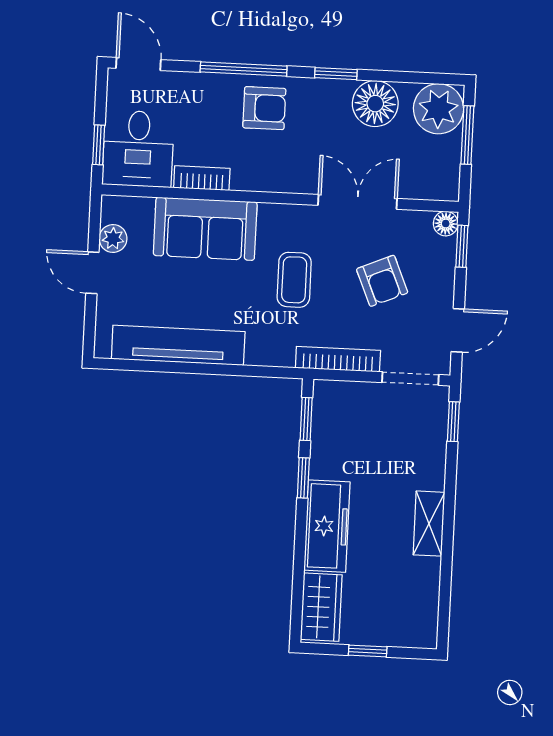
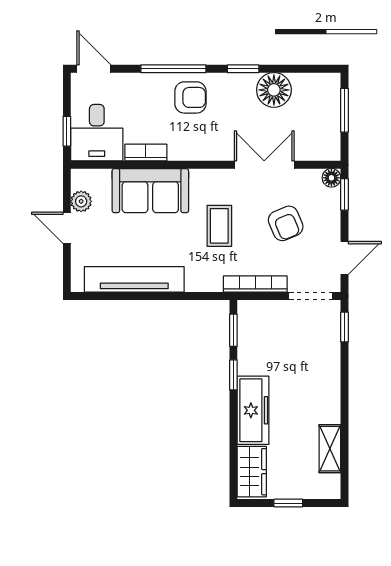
plant: (438, 109) -> (322, 92), removed
shelving: (429, 524) -> (330, 449), moved

